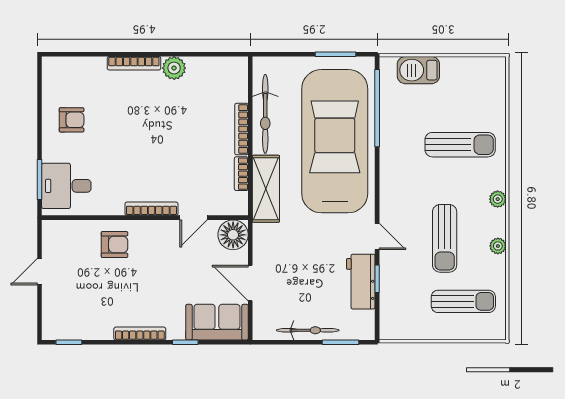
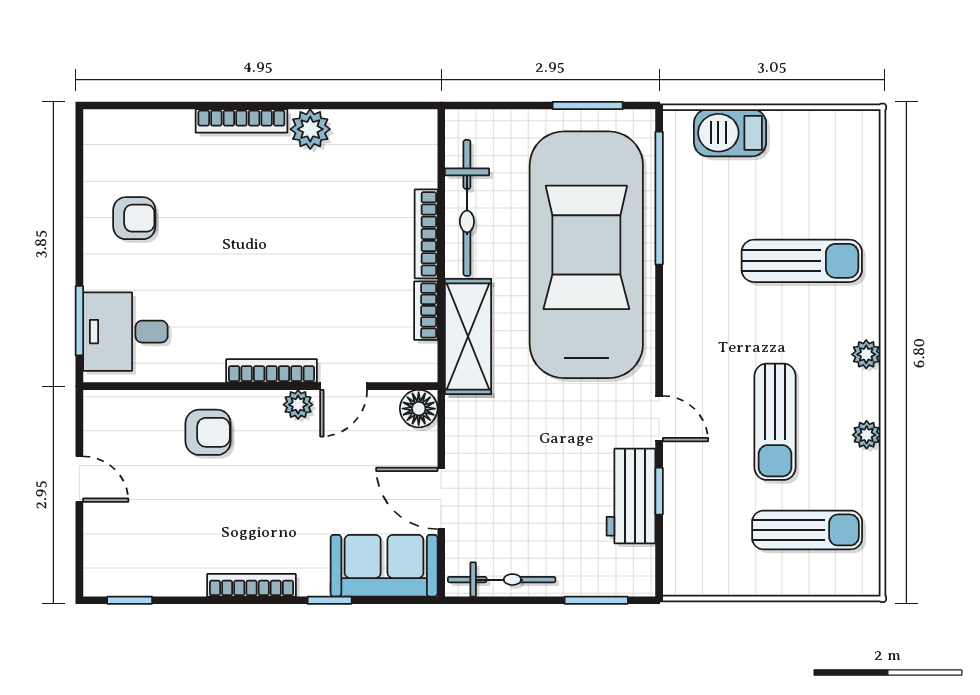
plant: (167, 228) -> (298, 405), added
floor lamp: (233, 235) -> (419, 409), width x0.73, depth x0.73
door: (40, 272) -> (79, 479), swing flipped
bicycle: (308, 330) -> (502, 580), moved

